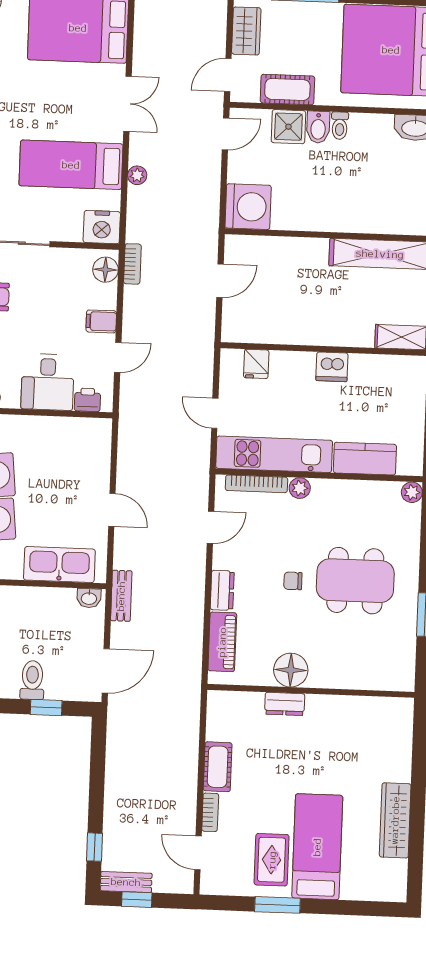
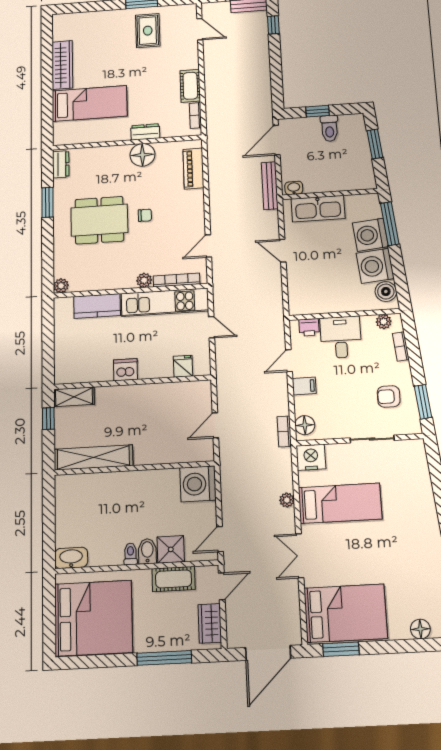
dresser: (222, 590) -> (61, 164), moved, turned 180
bench: (121, 596) -> (270, 186), width x1.36
bookcase: (210, 812) -> (195, 115), moved
bed: (317, 847) -> (90, 103), moved, turned -90

